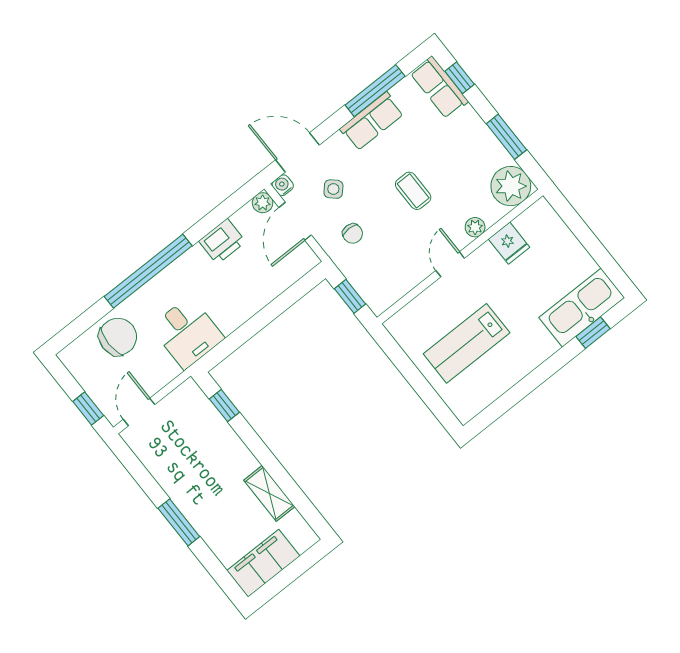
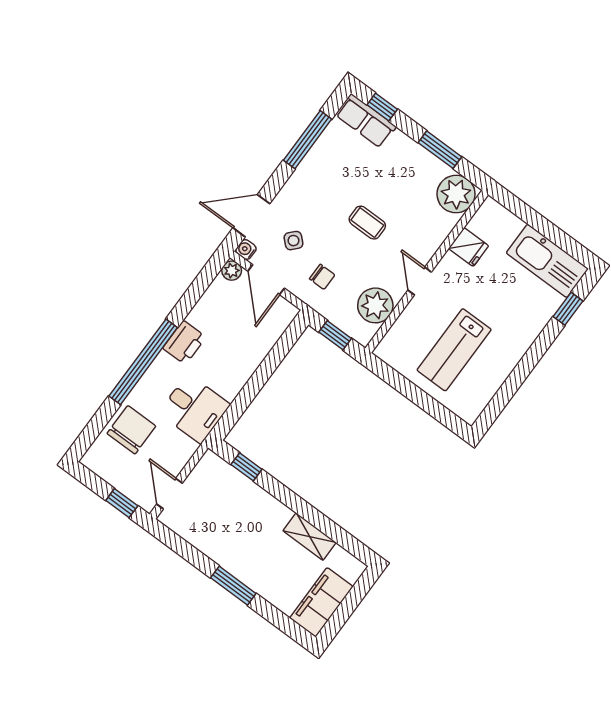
row of seats: (372, 121) -> (312, 169), removed
plant: (475, 227) -> (375, 305), moved, width x1.88, depth x1.88
printer: (222, 241) -> (184, 343), moved
kitchen sink: (582, 308) -> (547, 261), moved, turned -90

